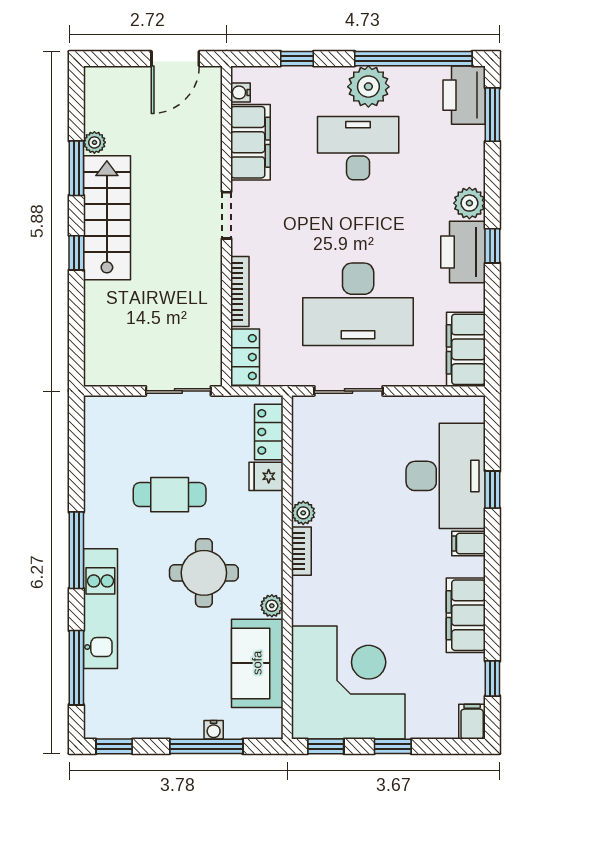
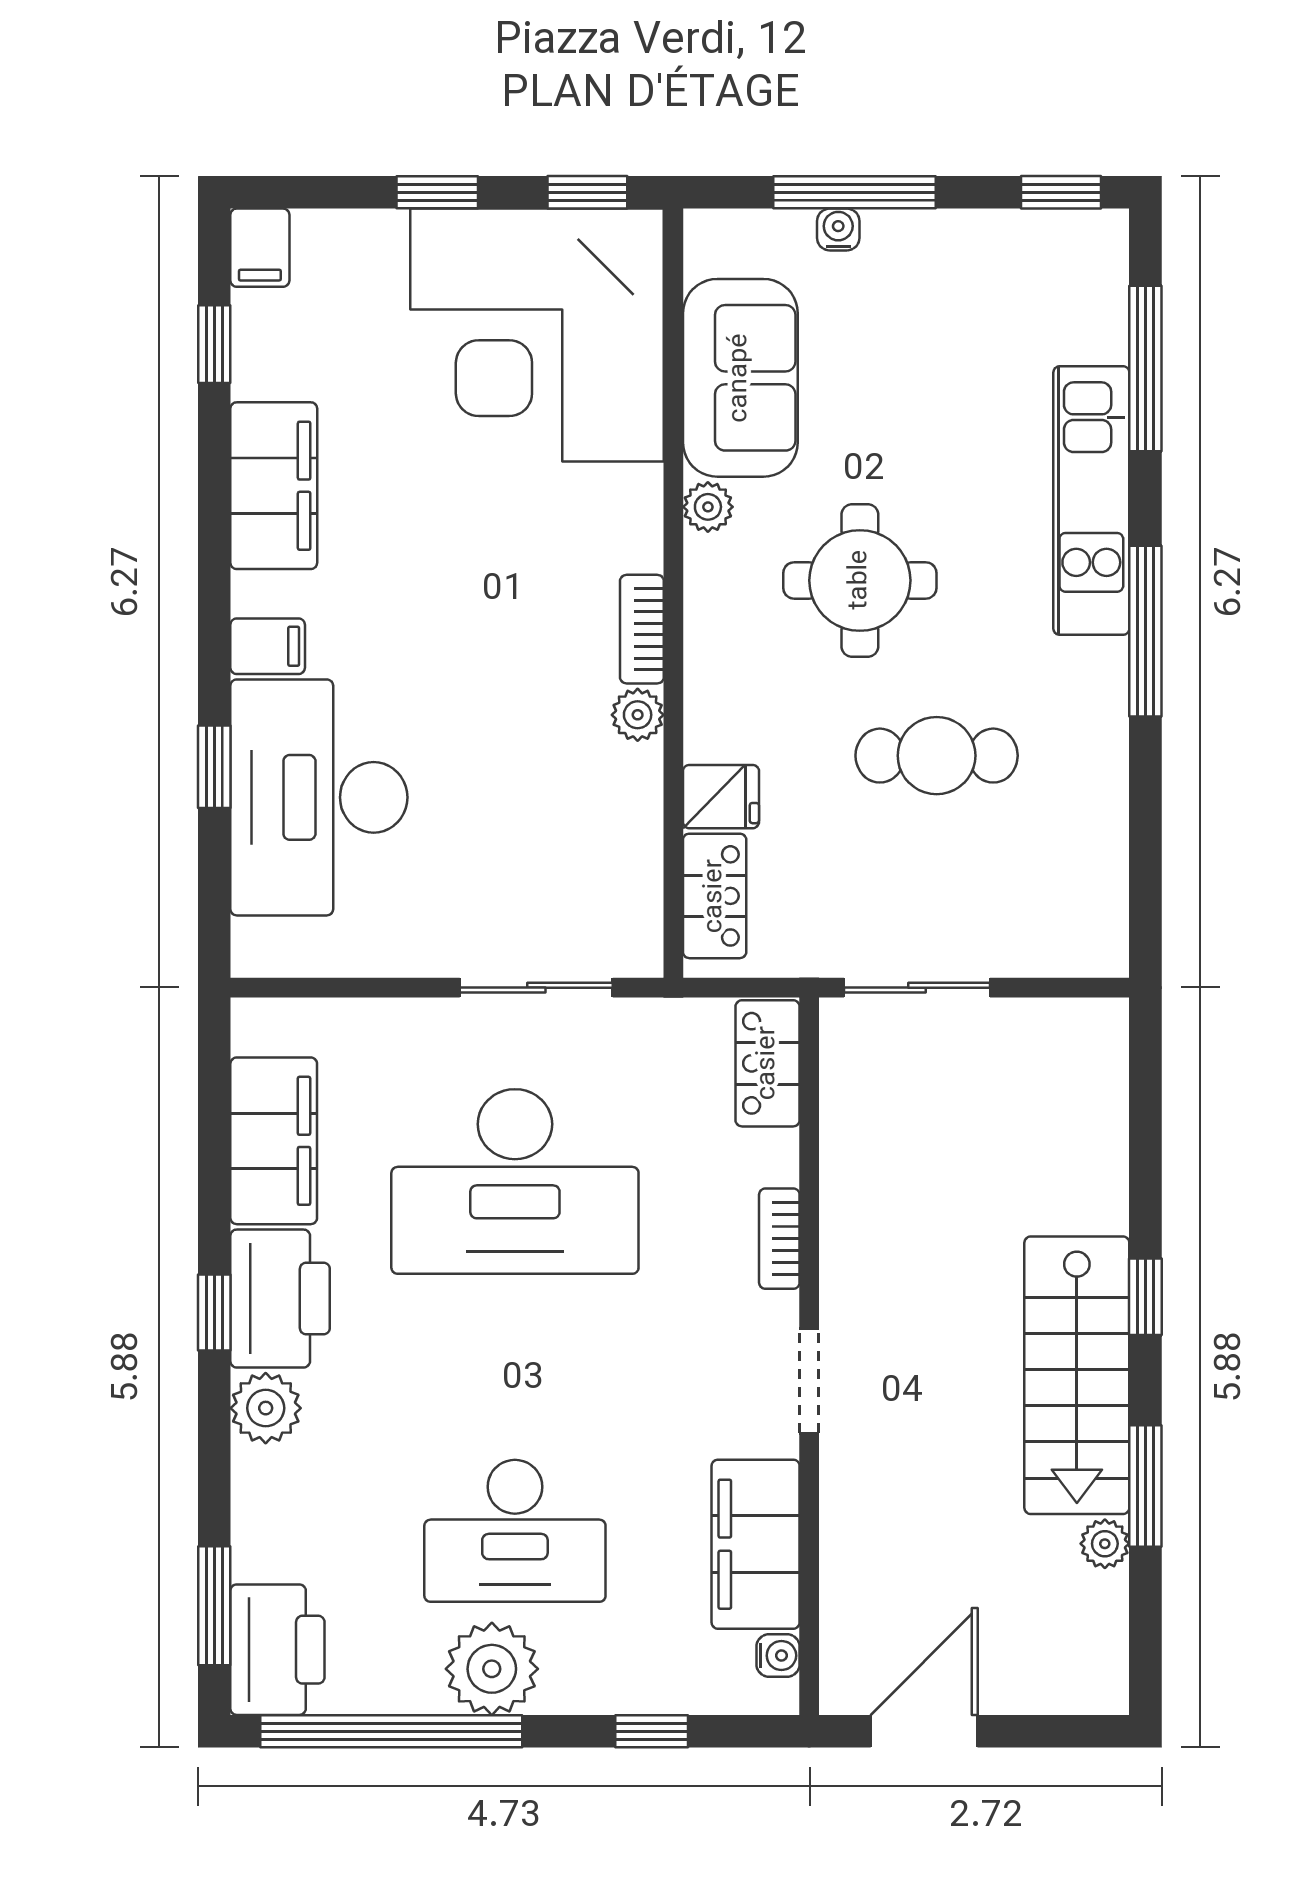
bookcase: (240, 291) -> (779, 1239), width x0.64
desk: (358, 304) -> (515, 1181), turned 180
filing cabinet: (466, 349) -> (274, 1141), moved

